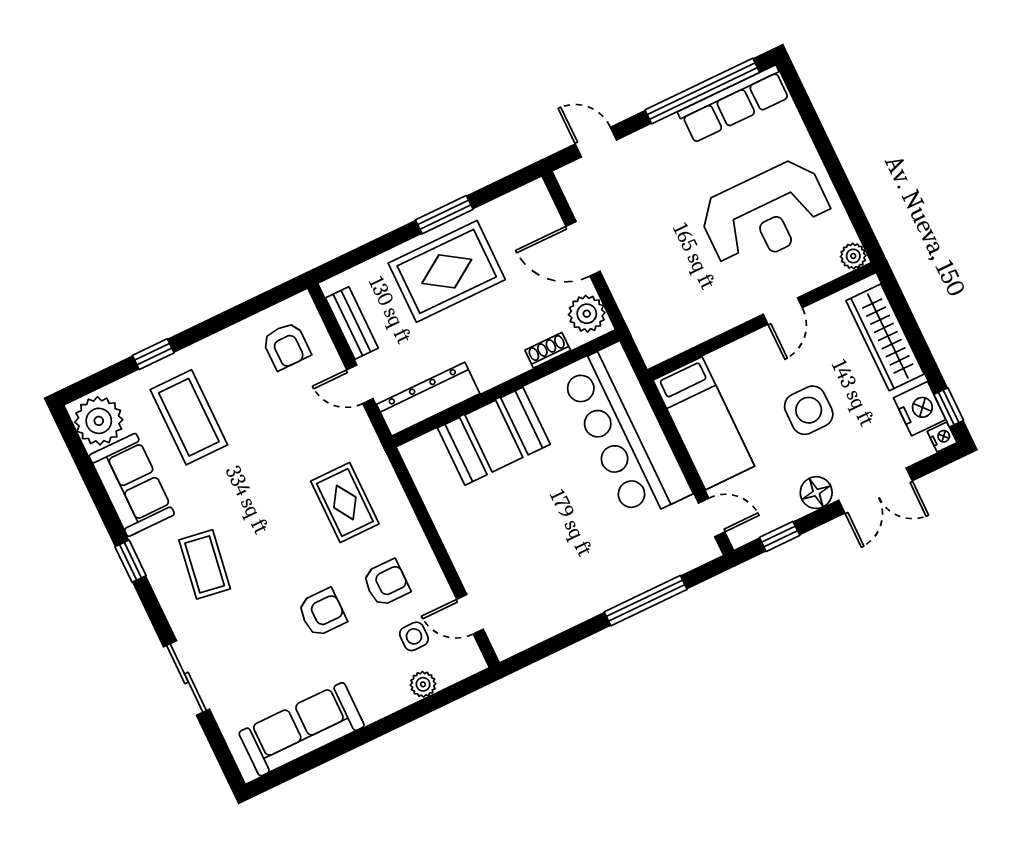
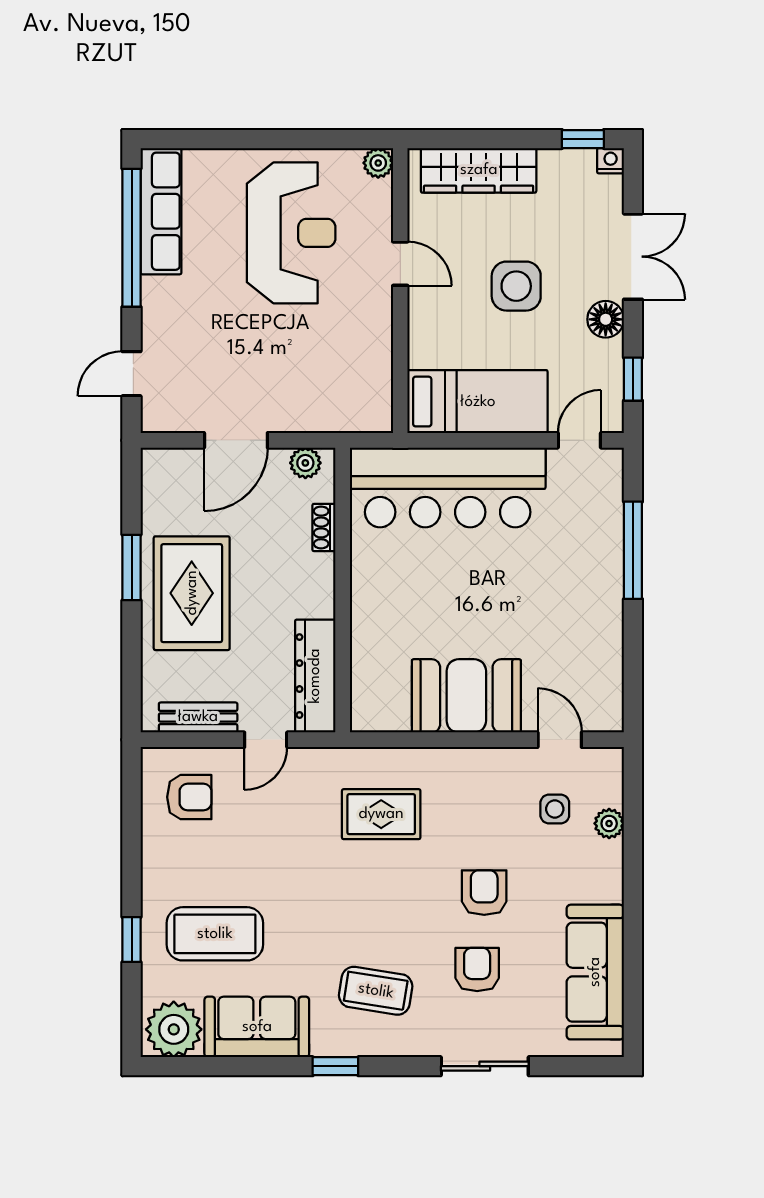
plant: (587, 314) -> (305, 463), width x0.73, depth x0.73
nightstand: (920, 409) -> (570, 170), removed
booth: (494, 436) -> (466, 696), moved, turned 90
armchair: (386, 583) -> (477, 969), moved
door: (470, 614) -> (560, 740), swing flipped

